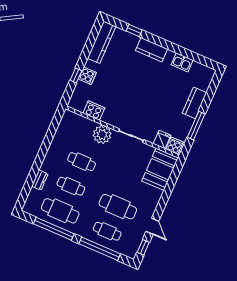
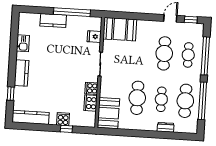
booth: (76, 126) -> (108, 113), added
window: (196, 126) -> (72, 12), width x1.46
plant: (102, 134) -> (108, 89), removed
cooker: (174, 146) -> (91, 88), moved
cafe table: (82, 162) -> (137, 98), width x1.37, depth x1.35

